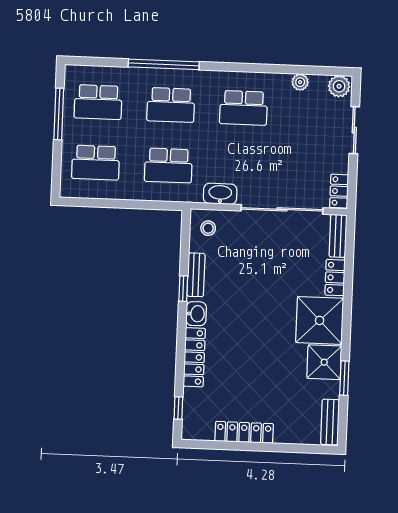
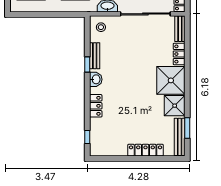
locker: (194, 357) -> (96, 106), width x0.66
window: (344, 378) -> (187, 128), moved
bench: (330, 422) -> (180, 137), width x1.36
locker: (244, 432) -> (145, 150), moved

